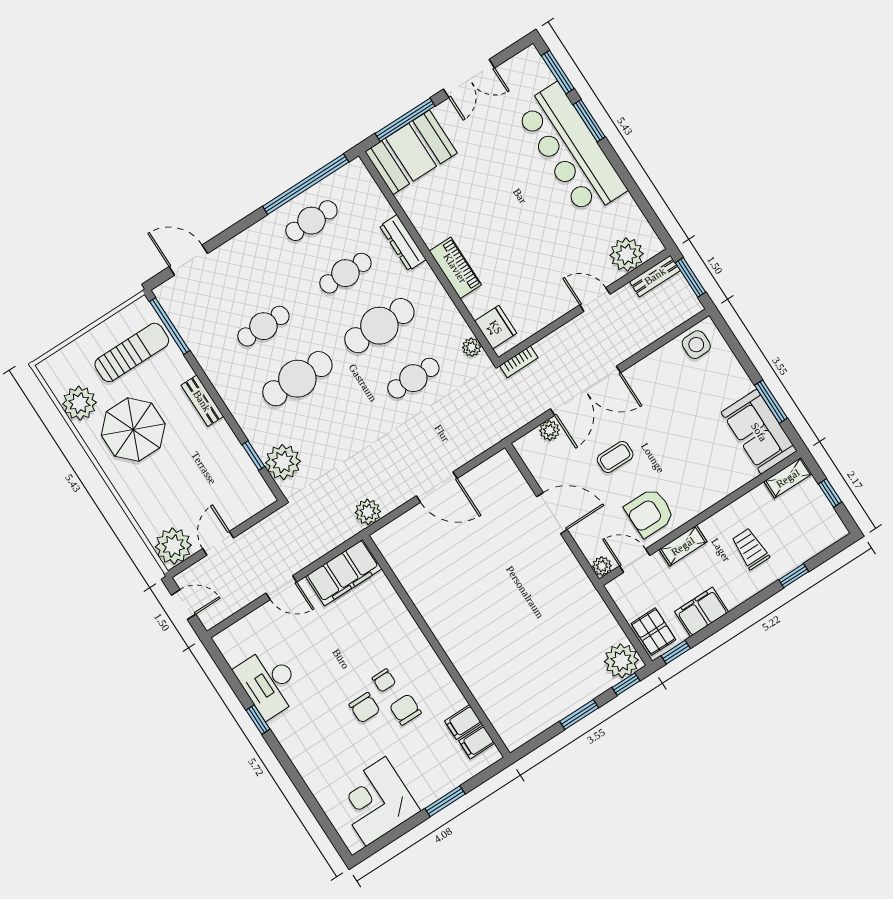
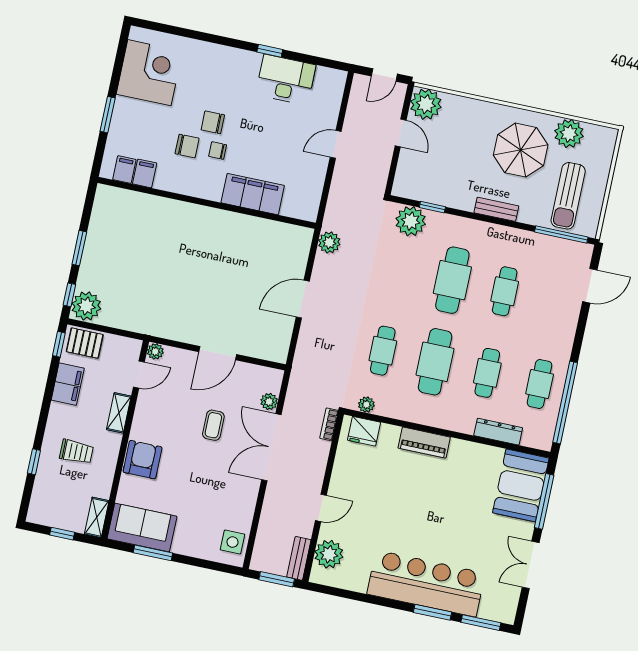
dresser: (403, 243) -> (498, 432), moved
armchair: (650, 513) -> (143, 460), moved
filing cabinet: (344, 573) -> (253, 194), moved, turned 90

